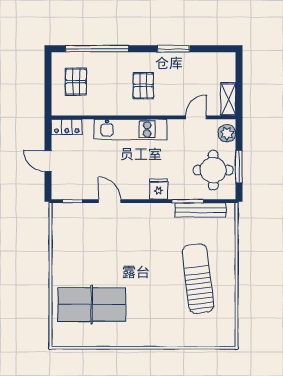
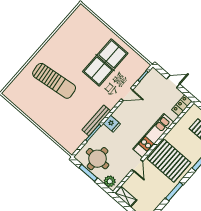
pallet: (143, 86) -> (169, 161), width x2.05, depth x2.00
door: (196, 117) -> (137, 165), moved
bench: (200, 210) -> (96, 120), moved
sun lounger: (198, 279) -> (54, 81), moved
table tennis table: (92, 305) -> (105, 62), moved

